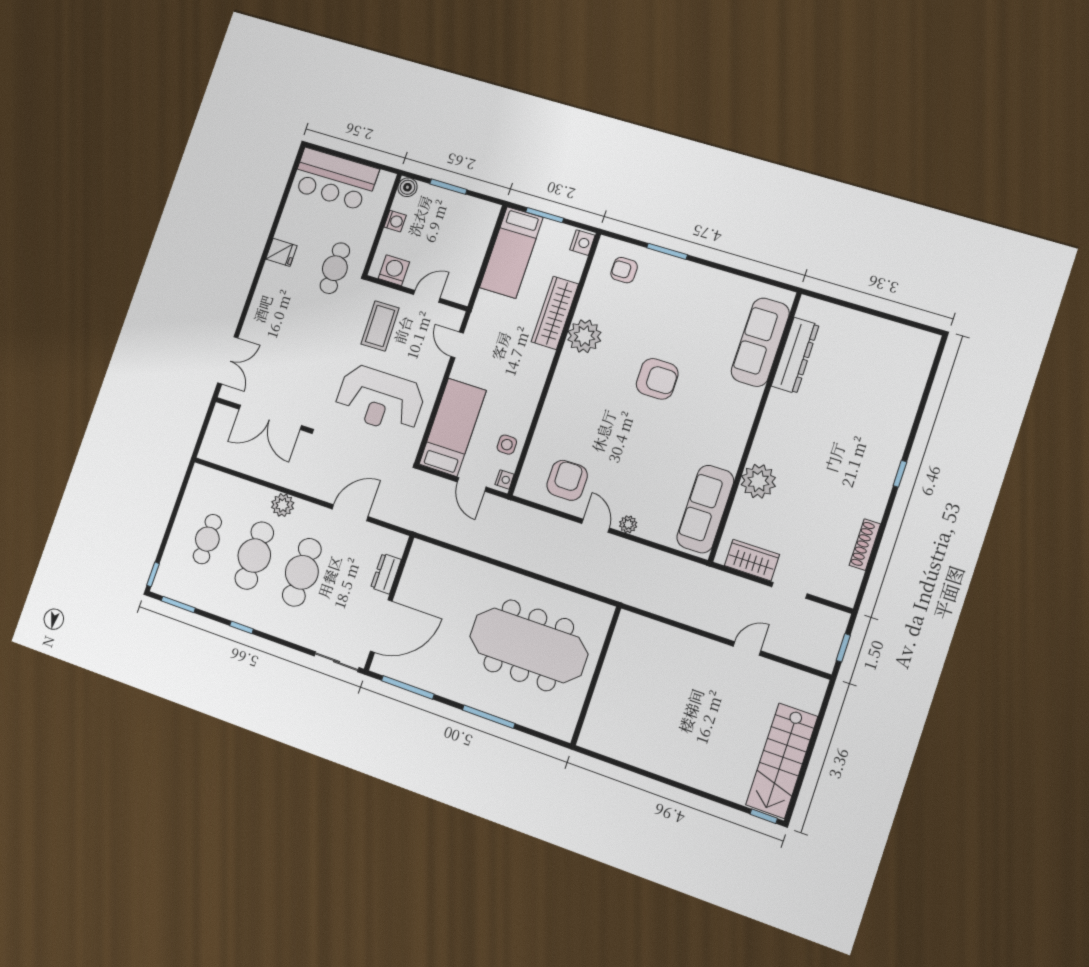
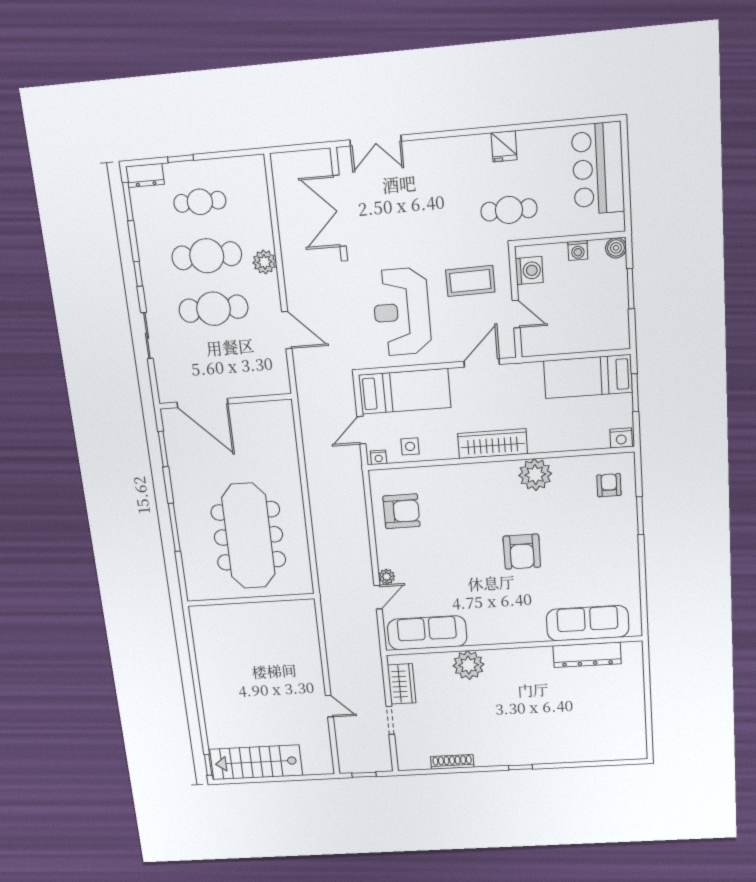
wardrobe: (555, 313) -> (493, 444), moved
door: (457, 345) -> (482, 363), width x1.37
door: (596, 526) -> (378, 597), moved
window: (153, 574) -> (181, 159), moved
dresser: (386, 574) -> (145, 175), moved, turned 180
sliding door: (337, 662) -> (147, 336), moved
window: (408, 687) -> (163, 449), width x0.69

